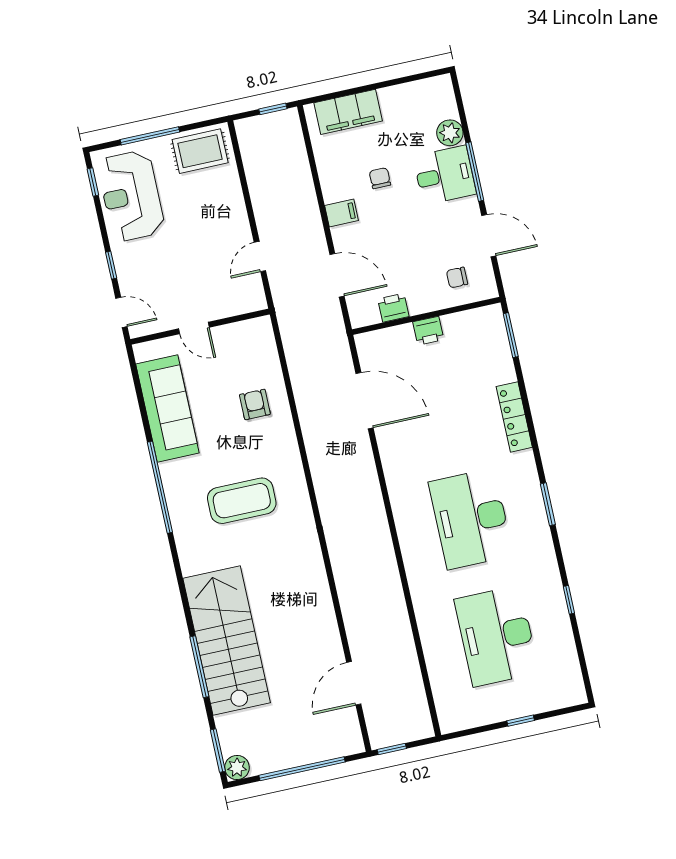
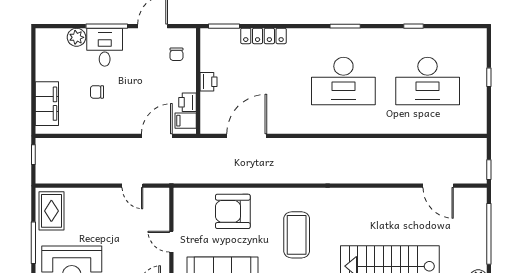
filing cabinet: (341, 213) -> (186, 121), moved, turned -90
door: (194, 328) -> (171, 242), swing flipped
armchair: (255, 404) -> (233, 211), width x1.88, depth x1.88
locker: (514, 417) -> (263, 36), moved

